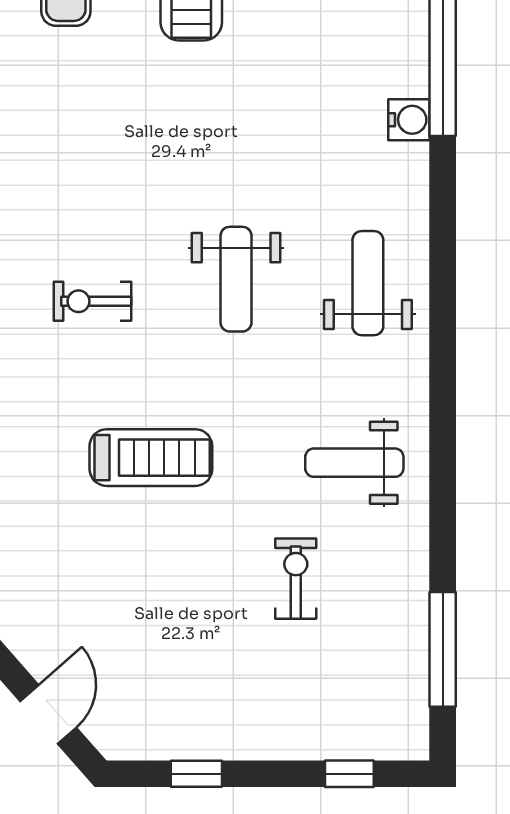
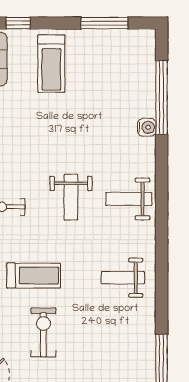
weight bench: (368, 283) -> (129, 199), turned -90
exercise bike: (296, 579) -> (43, 332), moved, width x1.38, depth x1.39

